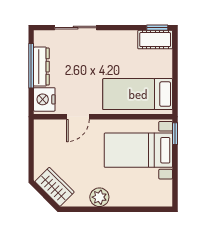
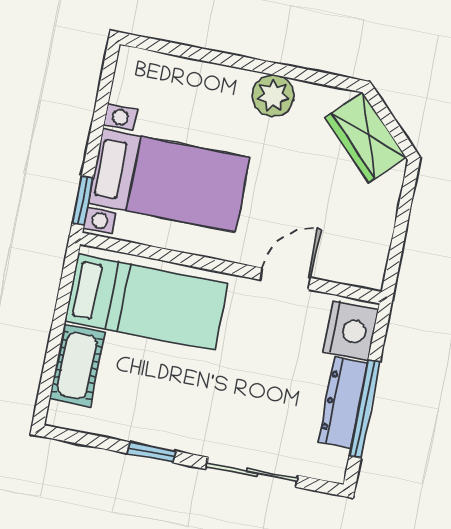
window: (157, 28) -> (151, 452), moved
cot: (155, 40) -> (77, 365), moved, turned 90

